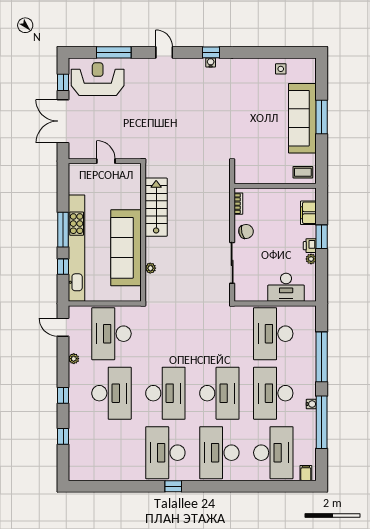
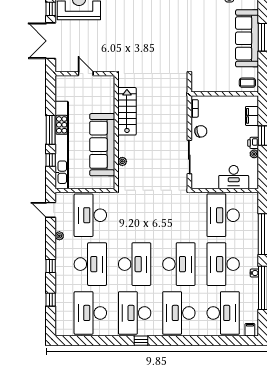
desk: (111, 453) -> (90, 313), added

